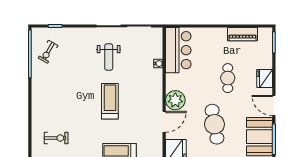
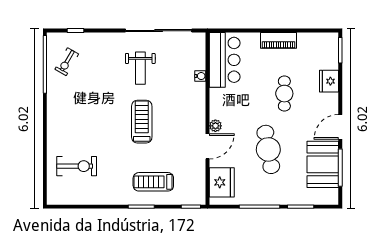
piano: (243, 34) -> (279, 40), moved
fridge: (265, 79) -> (329, 81), moved
plant: (175, 100) -> (215, 126), width x0.53, depth x0.53
door: (274, 106) -> (340, 127), hinge flipped
exercise bike: (56, 138) -> (77, 166), width x1.38, depth x1.39

